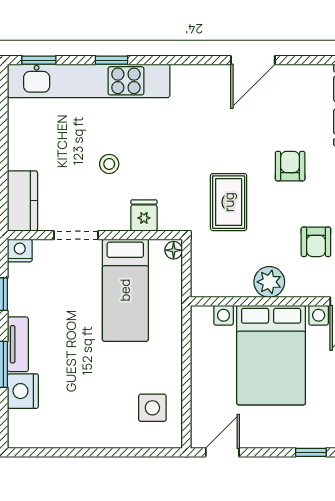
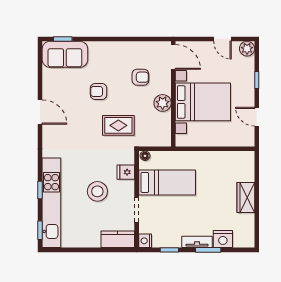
stool: (109, 164) -> (97, 191), width x1.89, depth x1.89
side table: (152, 408) -> (232, 168), removed
wardrobe: (98, 433) -> (246, 198), added
door: (222, 452) -> (257, 117), moved

